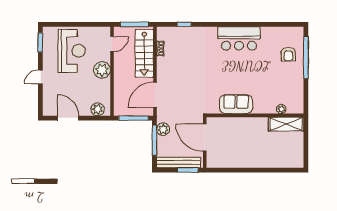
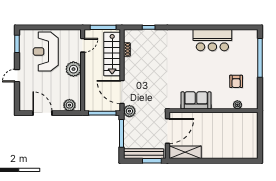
bar counter: (239, 38) -> (212, 40), moved
reception desk: (72, 51) -> (46, 52), turned 180
armchair: (288, 54) -> (236, 81), moved
door: (155, 95) -> (122, 92), hinge flipped
shelving: (286, 124) -> (185, 152), moved
plant: (163, 129) -> (129, 111), moved
door: (205, 138) -> (167, 131), swing flipped

